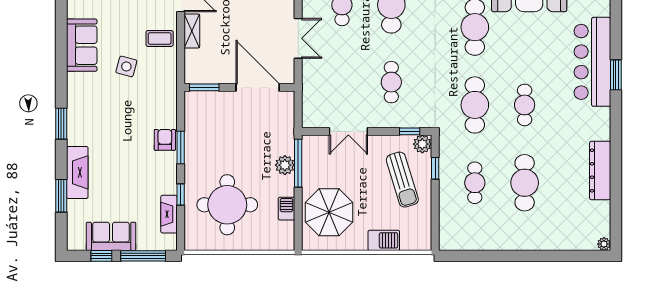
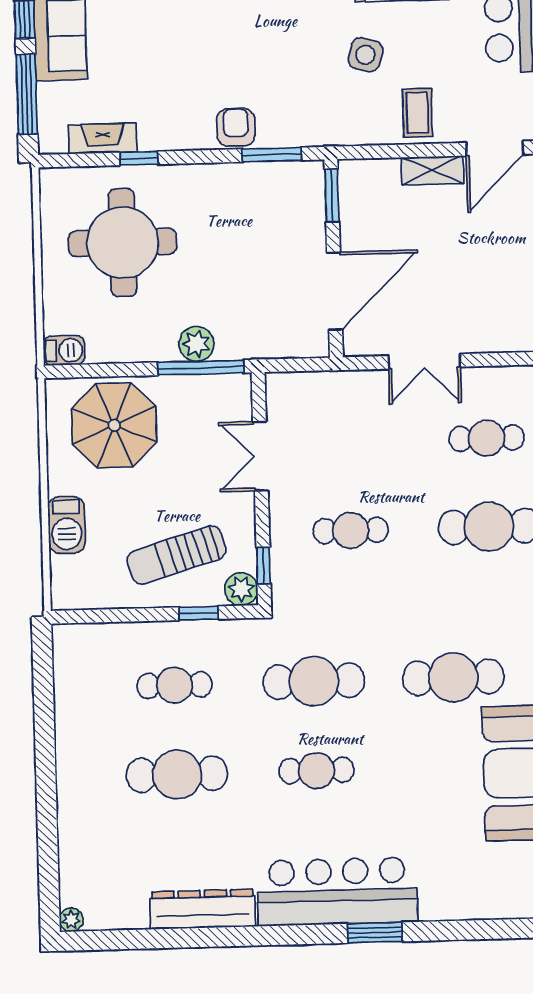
bar counter: (592, 62) -> (337, 892), moved
armchair: (165, 140) -> (236, 127), turned -90
window: (181, 148) -> (272, 155), moved
barbecue: (286, 209) -> (64, 350), moved

